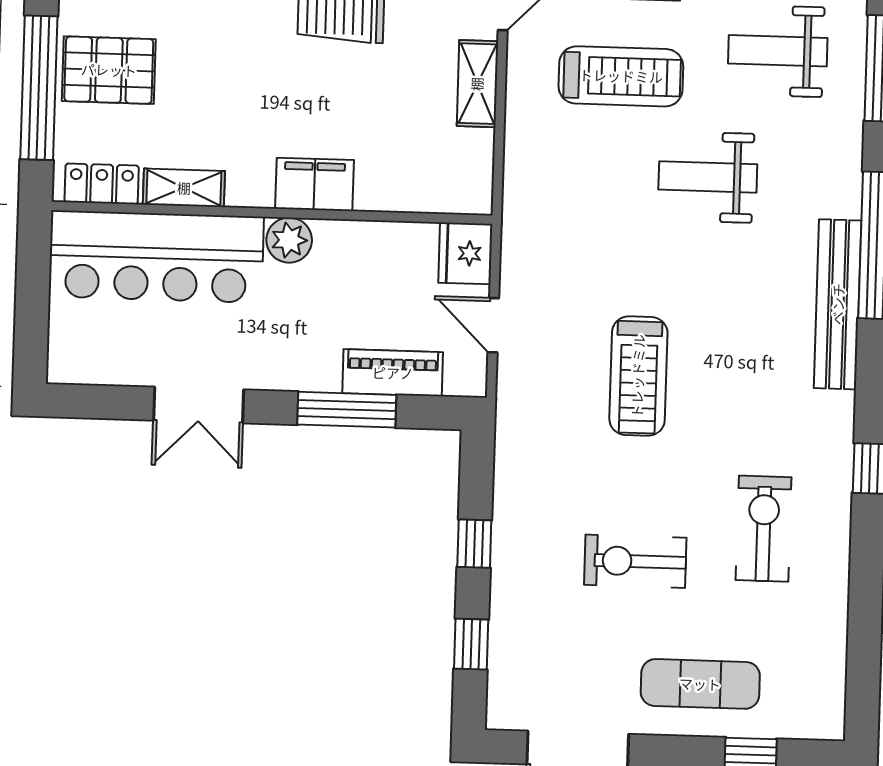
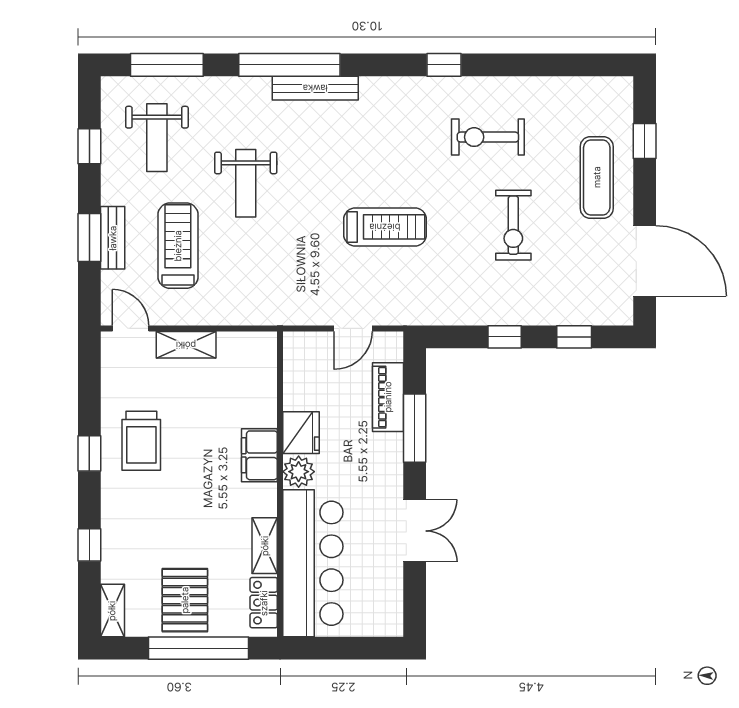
fridge: (465, 253) -> (301, 433), moved, turned -90
bench: (838, 304) -> (315, 88), width x0.73, depth x0.82

